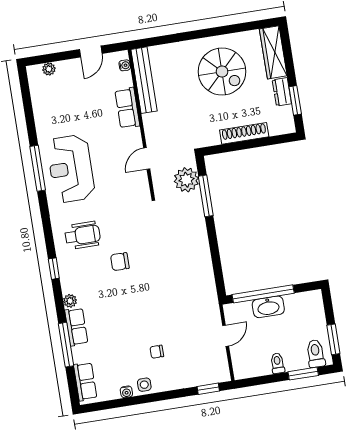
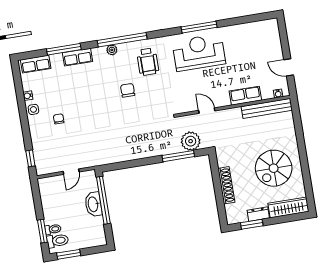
plant: (49, 69) -> (275, 35), removed
window: (54, 269) -> (122, 40), width x3.17
plant: (70, 301) -> (112, 50), moved
door: (226, 336) -> (71, 172), hinge flipped
toilet: (277, 363) -> (53, 229), moved

